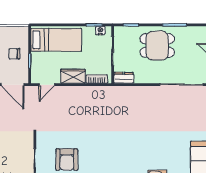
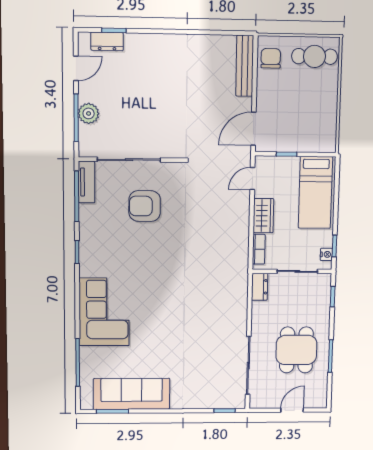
dining table: (157, 46) -> (296, 350), moved
chair: (14, 54) -> (297, 132), removed
door: (47, 85) -> (252, 179), hinge flipped

